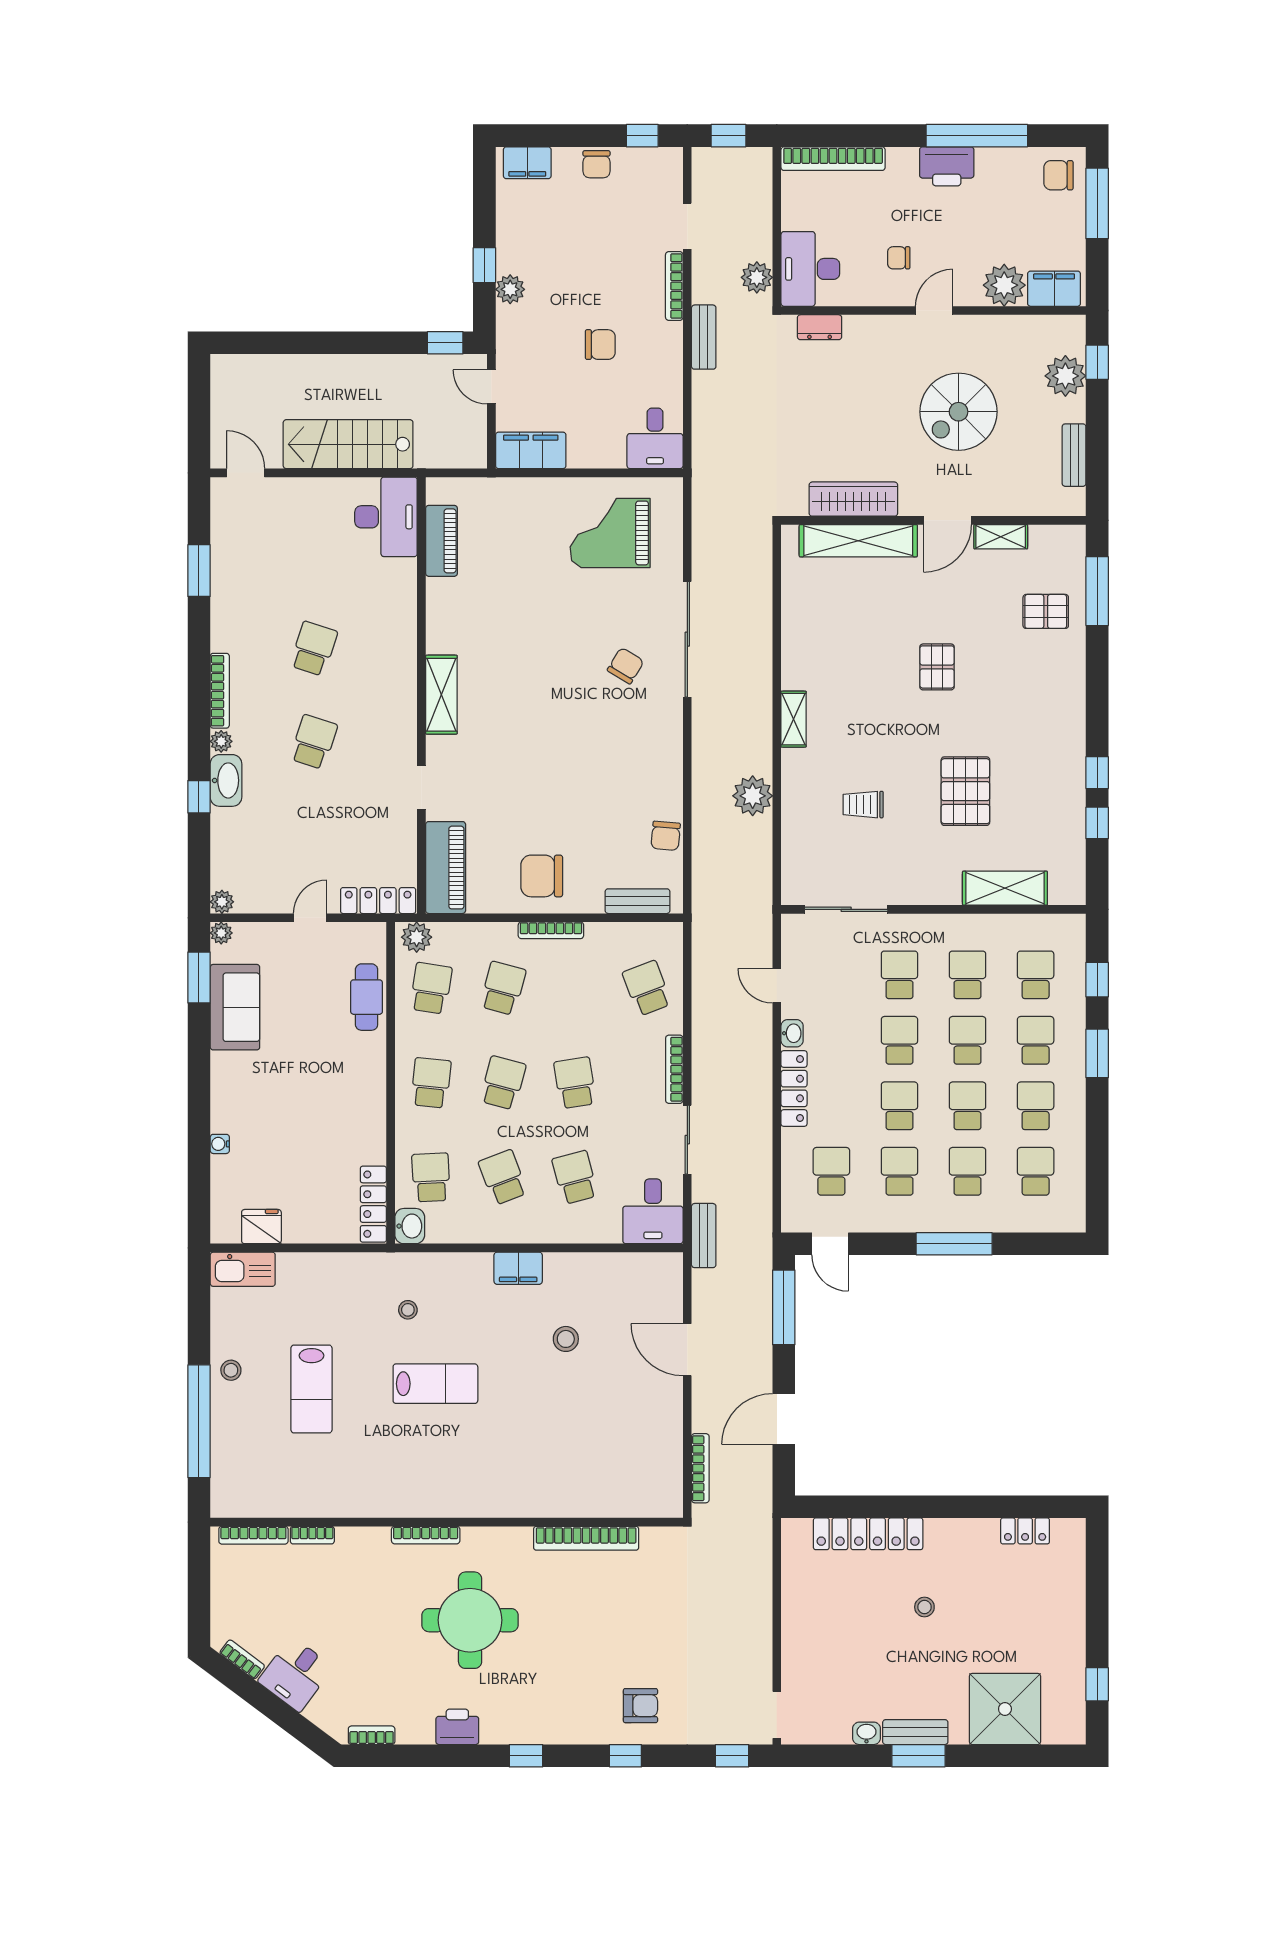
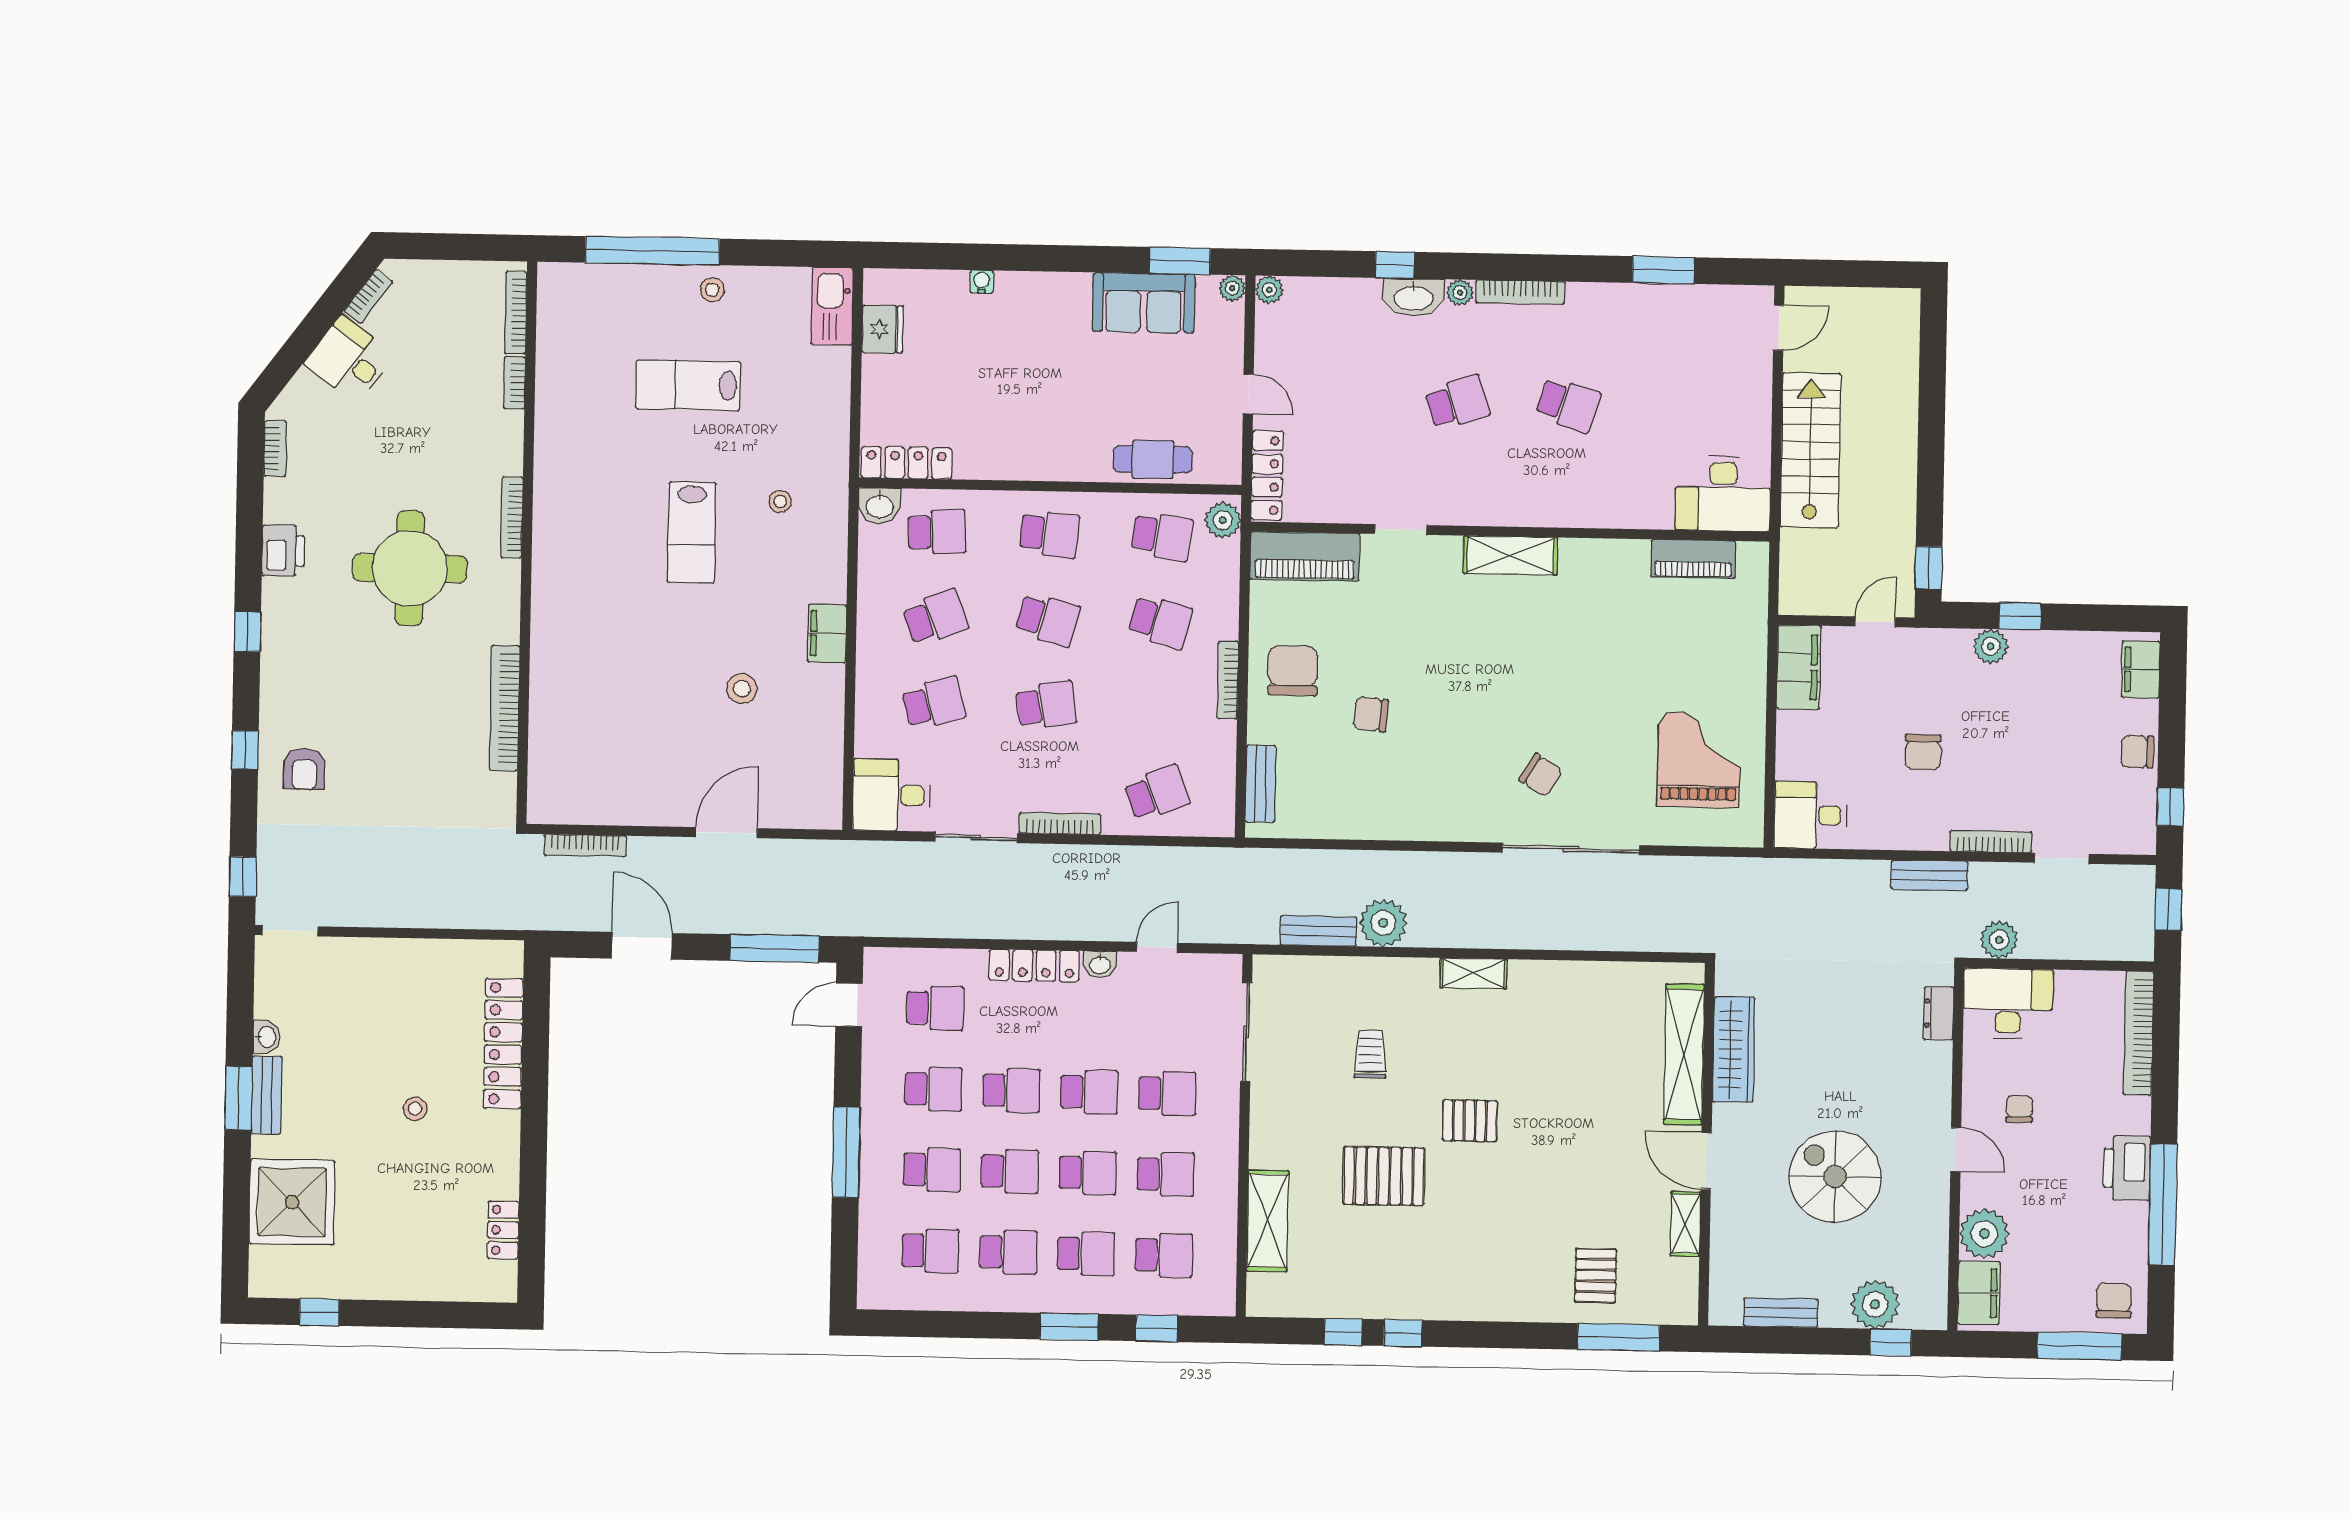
pallet: (937, 667) -> (1470, 1121), moved
school desk: (314, 742) -> (1457, 402), turned -36
chair: (666, 836) -> (1371, 714), moved
bench: (704, 1236) -> (1318, 931), moved

